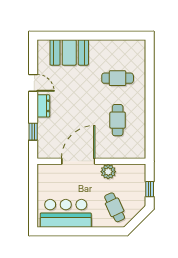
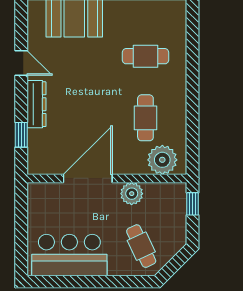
dresser: (43, 106) -> (36, 104), width x1.44
plant: (129, 149) -> (162, 160), added
window: (150, 189) -> (193, 204), moved

